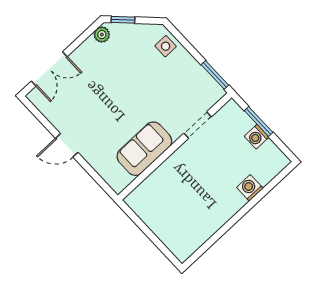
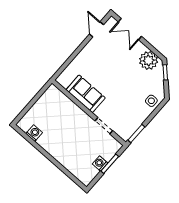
plant: (102, 35) -> (149, 60), width x1.88, depth x1.88
door: (67, 145) -> (96, 29), moved
washing machine: (250, 188) -> (34, 133), moved

